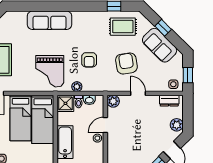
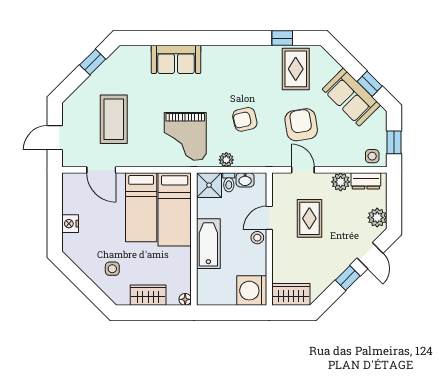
sofa: (49, 20) -> (176, 59), width x0.73
rug: (123, 27) -> (296, 69), turned 90
window: (163, 28) -> (370, 84), moved
armchair: (89, 60) -> (245, 119), turned 77
door: (138, 93) -> (303, 170), moved
plant: (113, 101) -> (341, 182), moved
rug: (132, 125) -> (309, 218), added

